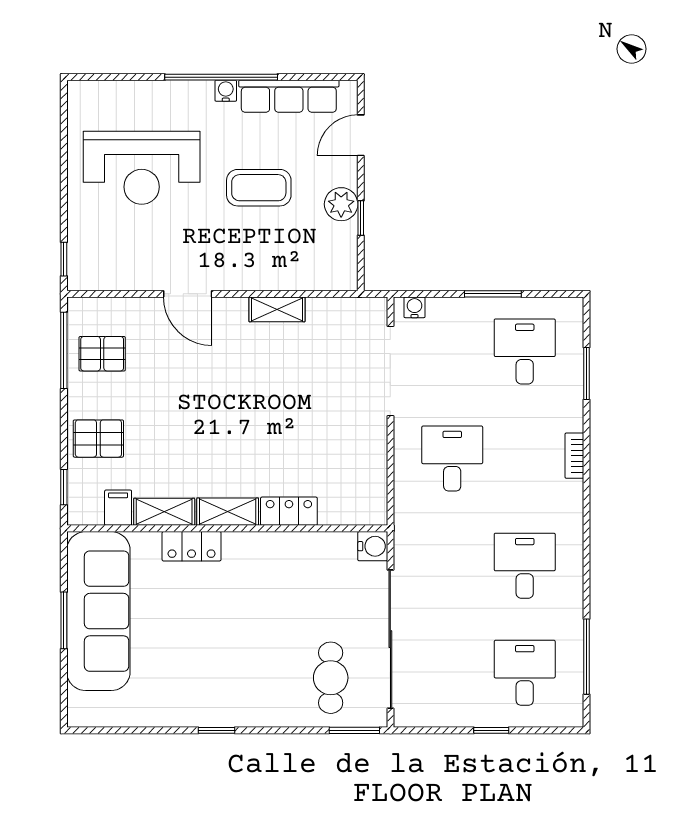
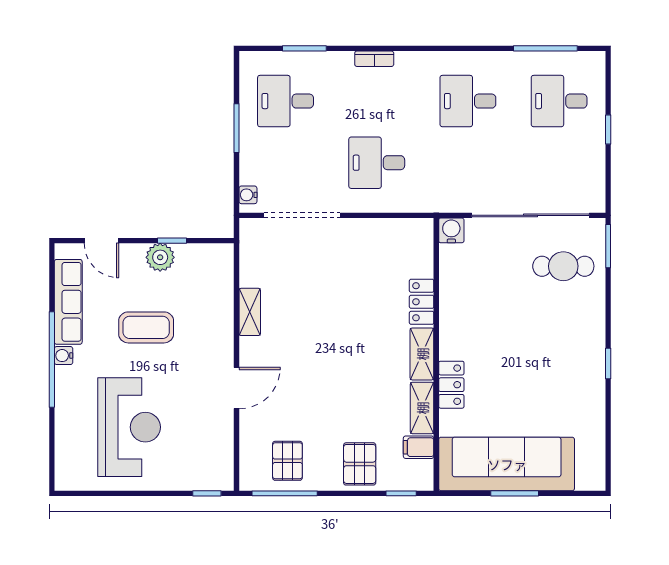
coffee table: (259, 188) -> (146, 327), turned 90

